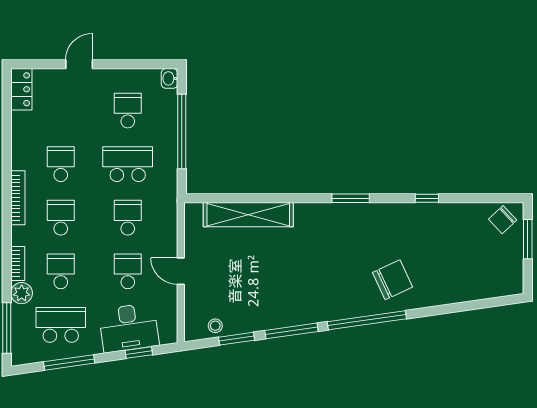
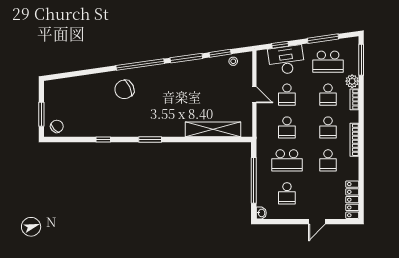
locker: (21, 89) -> (352, 200), width x1.53

